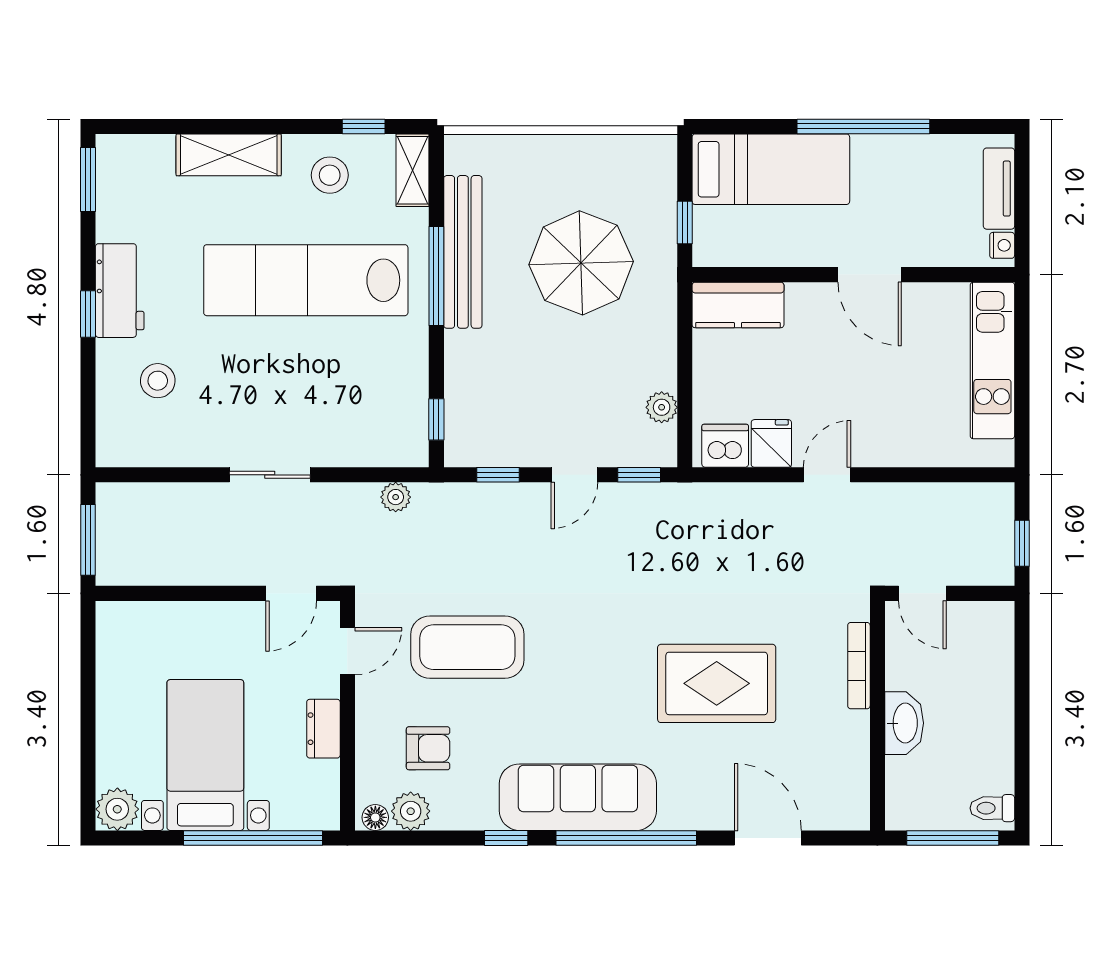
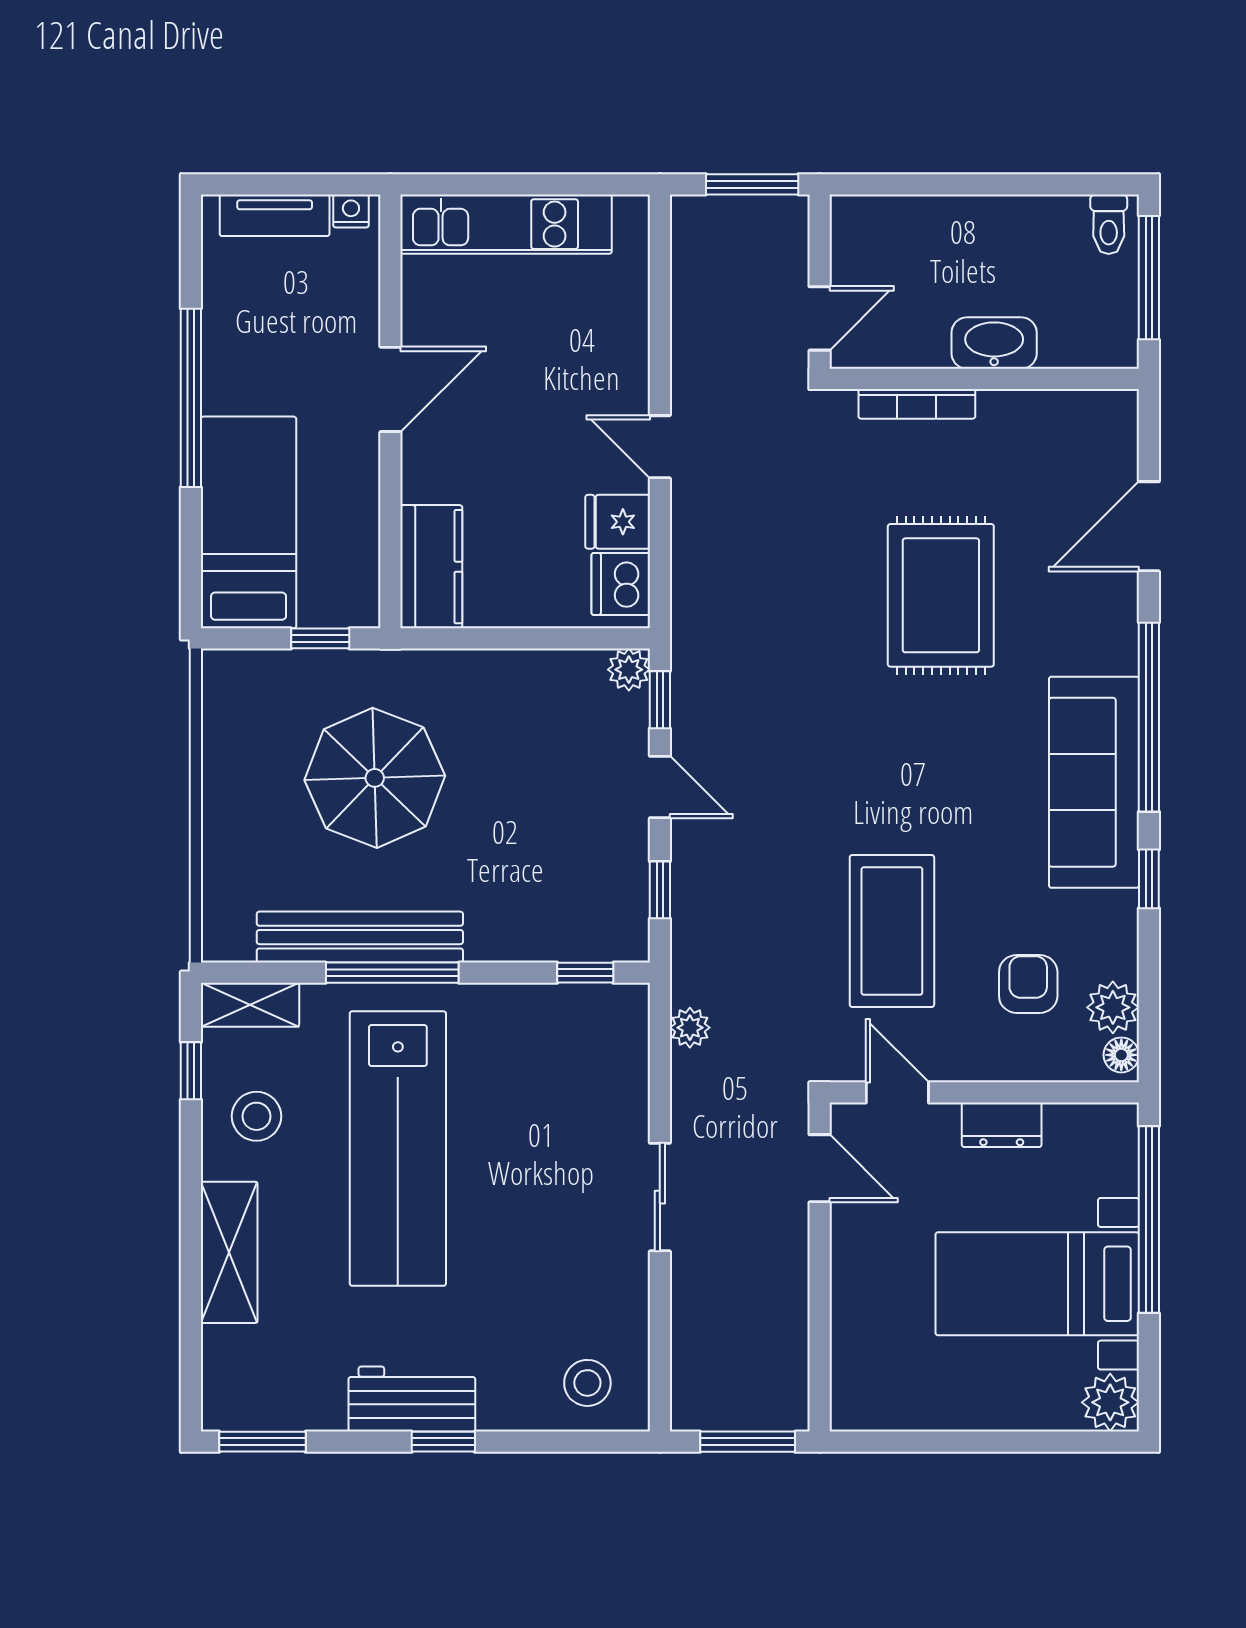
stool: (158, 381) -> (587, 1383), moved
plant: (662, 407) -> (629, 670), moved
window: (1022, 543) -> (752, 184), width x1.50

